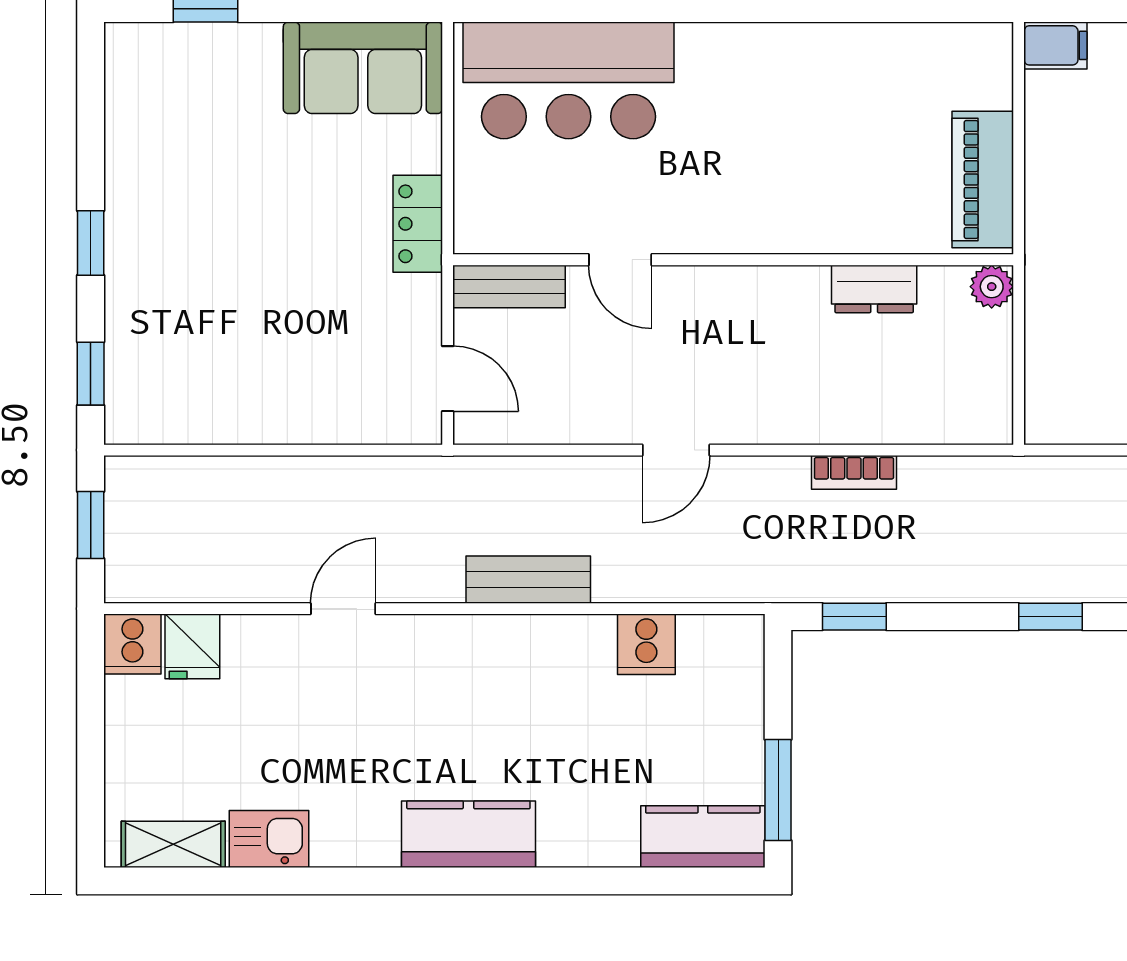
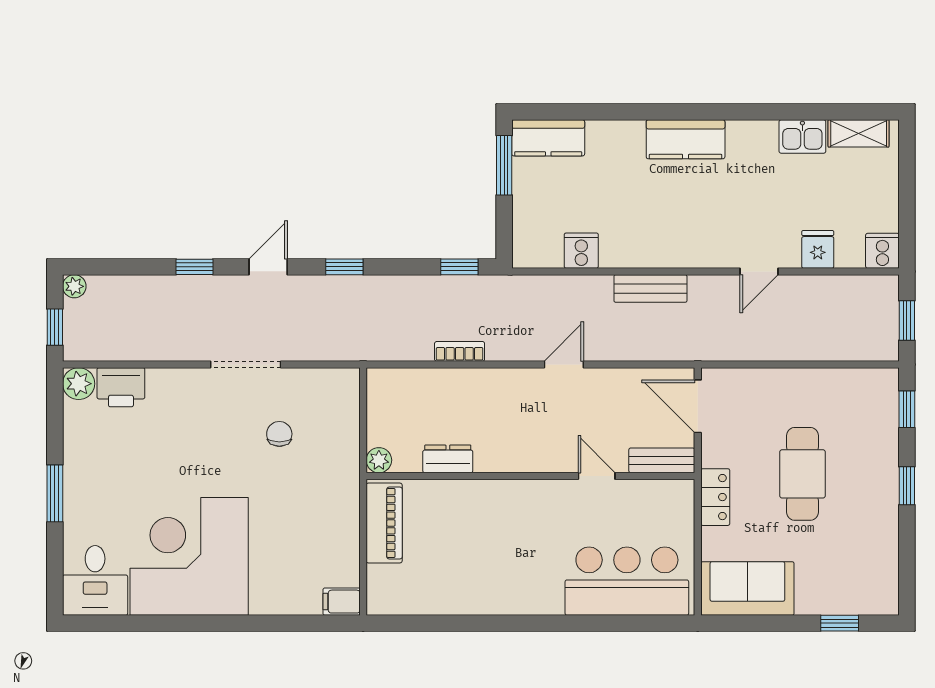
cafe table: (269, 263) -> (802, 474), added
door: (448, 379) -> (698, 406), width x1.38
fridge: (192, 646) -> (818, 249), moved

